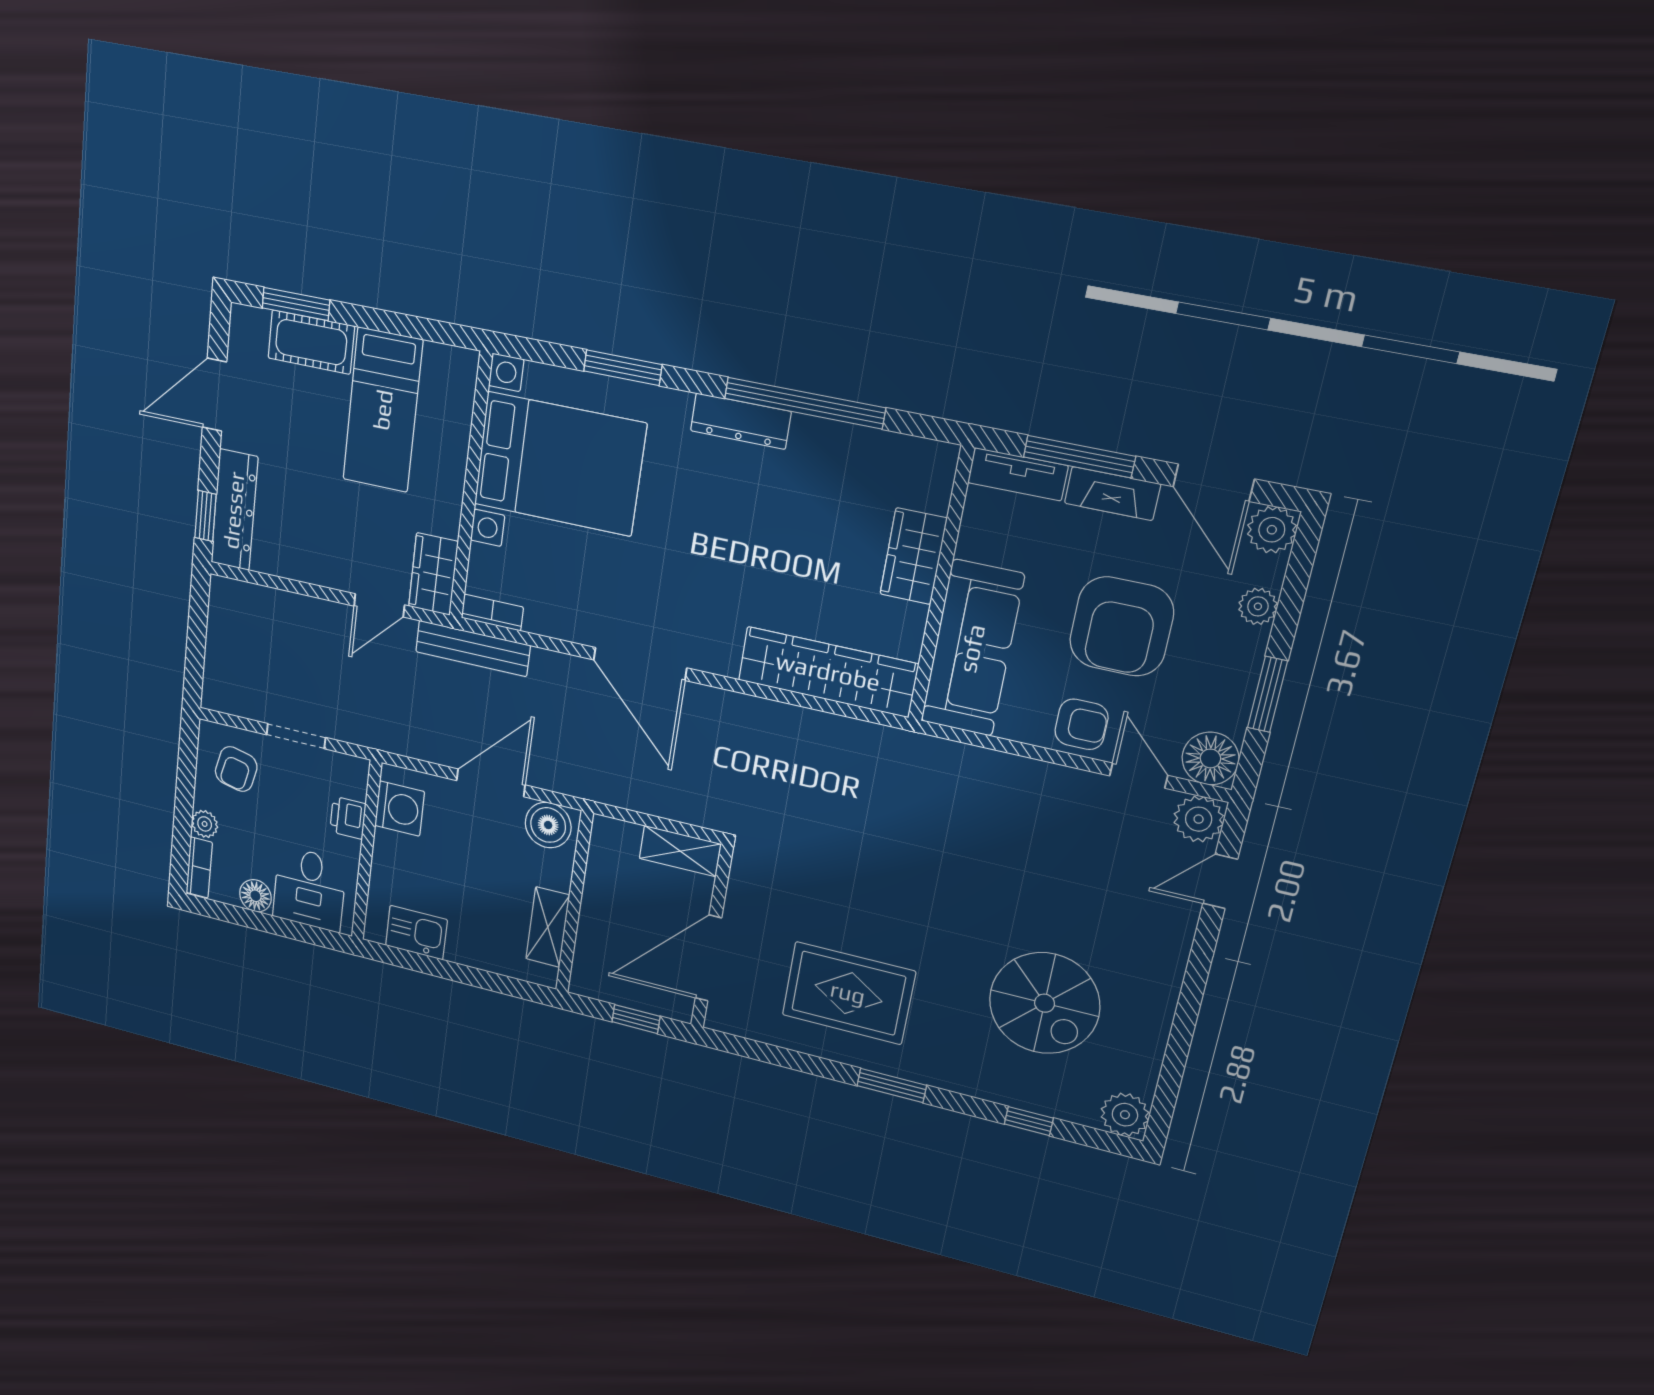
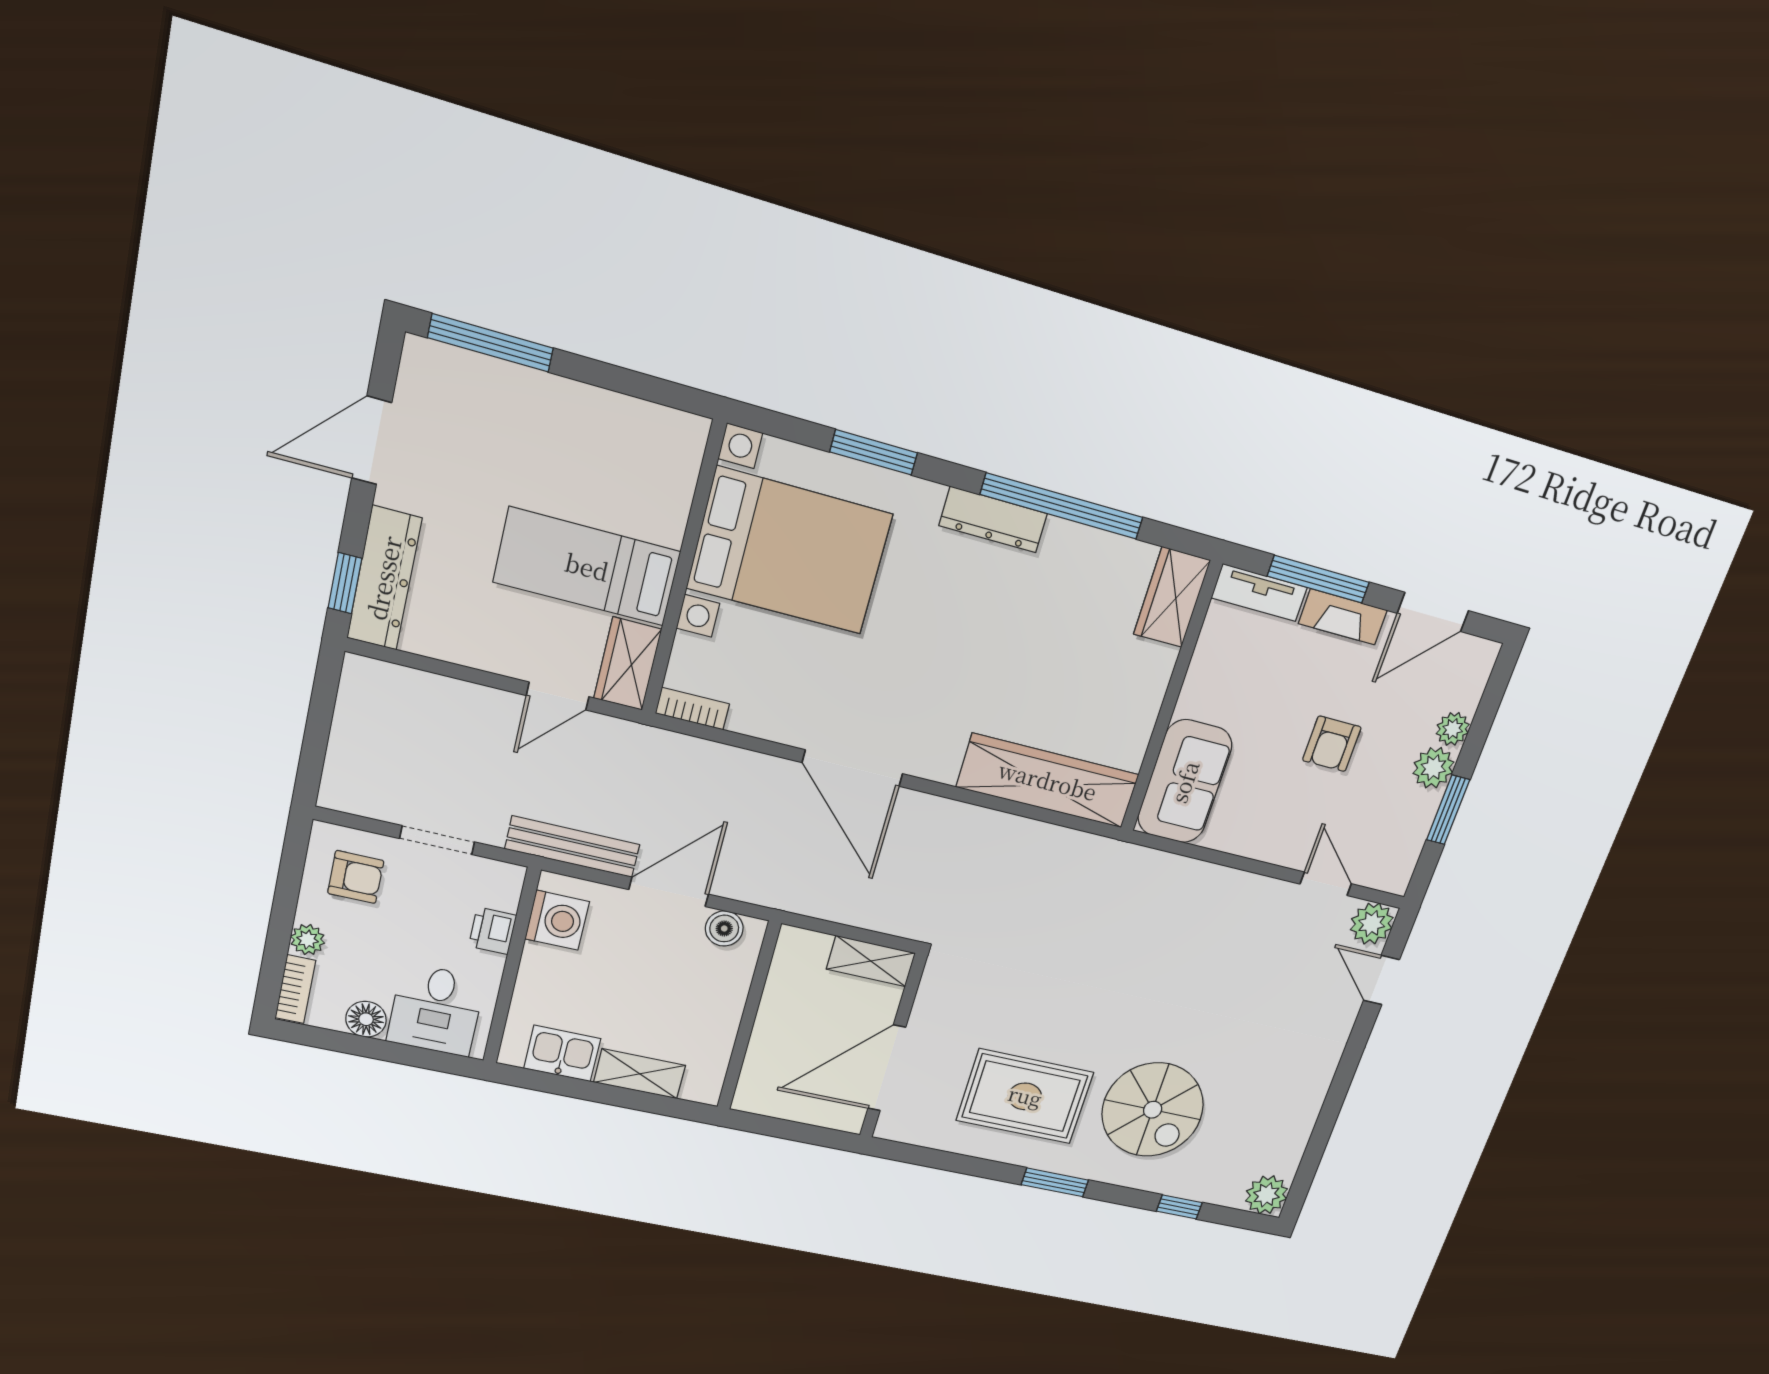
window: (296, 304) -> (491, 343), width x1.44
cot: (311, 342) -> (505, 390), removed
bed: (383, 410) -> (587, 567), moved, turned 90
door: (1214, 483) -> (1433, 612), hinge flipped
plant: (1272, 530) -> (1433, 768), moved
wardrobe: (913, 556) -> (1172, 597), moved
armchair: (1122, 626) -> (1332, 744), width x0.53, depth x0.53
bench: (473, 648) -> (572, 847), moved
sofa: (972, 648) -> (1185, 782), width x0.73
armchair: (1082, 724) -> (1282, 836), removed
floor lamp: (1210, 758) -> (1391, 868), removed
armchair: (236, 769) -> (356, 877), turned -103
boiler: (548, 825) -> (724, 928), width x0.73, depth x0.73
door: (1220, 881) -> (1381, 980), hinge flipped
shelving: (548, 927) -> (640, 1074), moved, turned 90
spiral stairs: (1045, 1003) -> (1153, 1110), moved
window: (636, 1019) -> (802, 1133), removed

